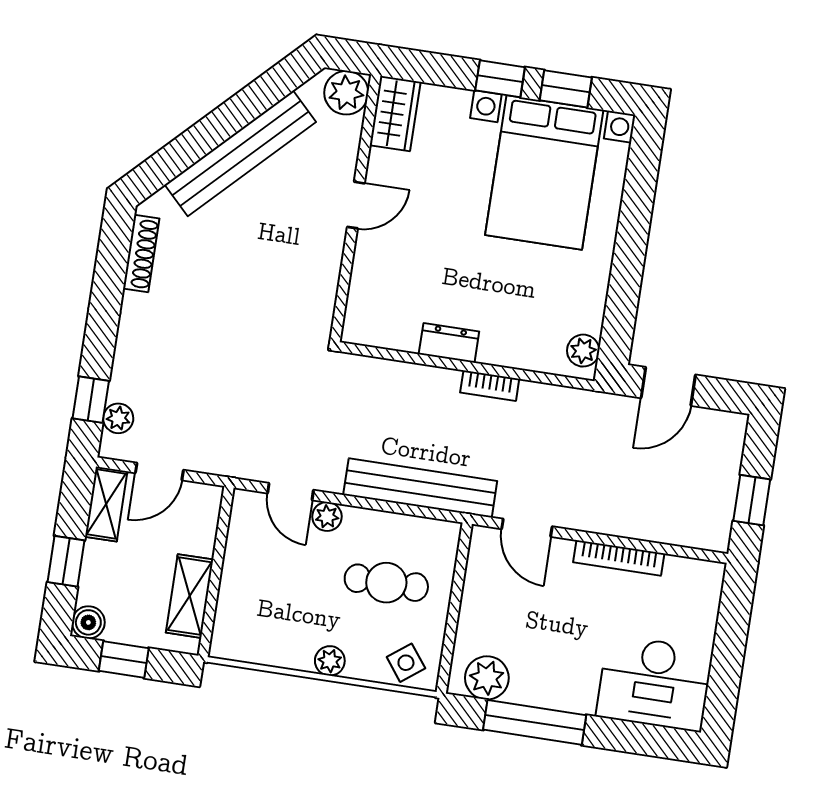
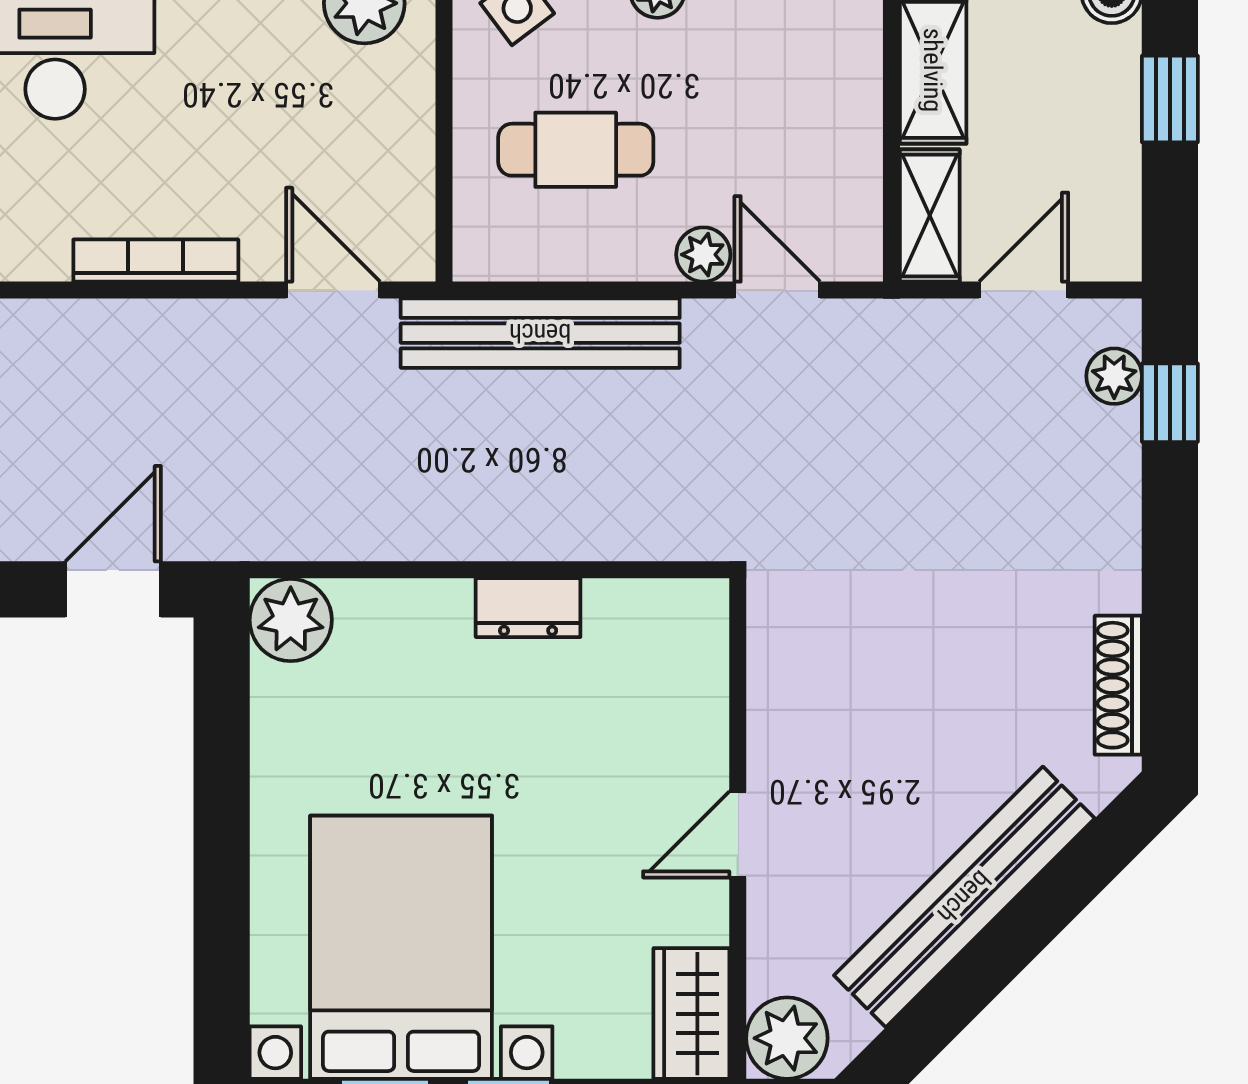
plant: (583, 351) -> (291, 620), width x1.38, depth x1.38
bookcase: (490, 386) -> (441, 540), removed
shelving: (106, 504) -> (930, 215), moved

